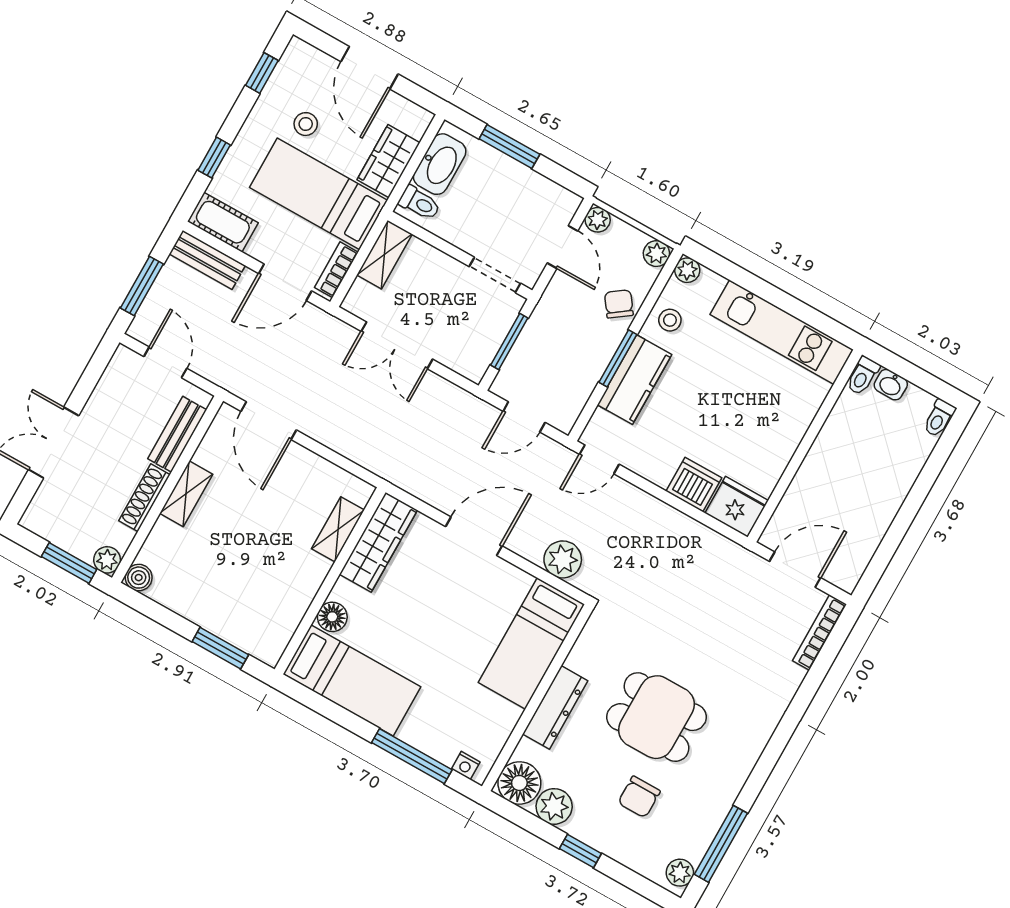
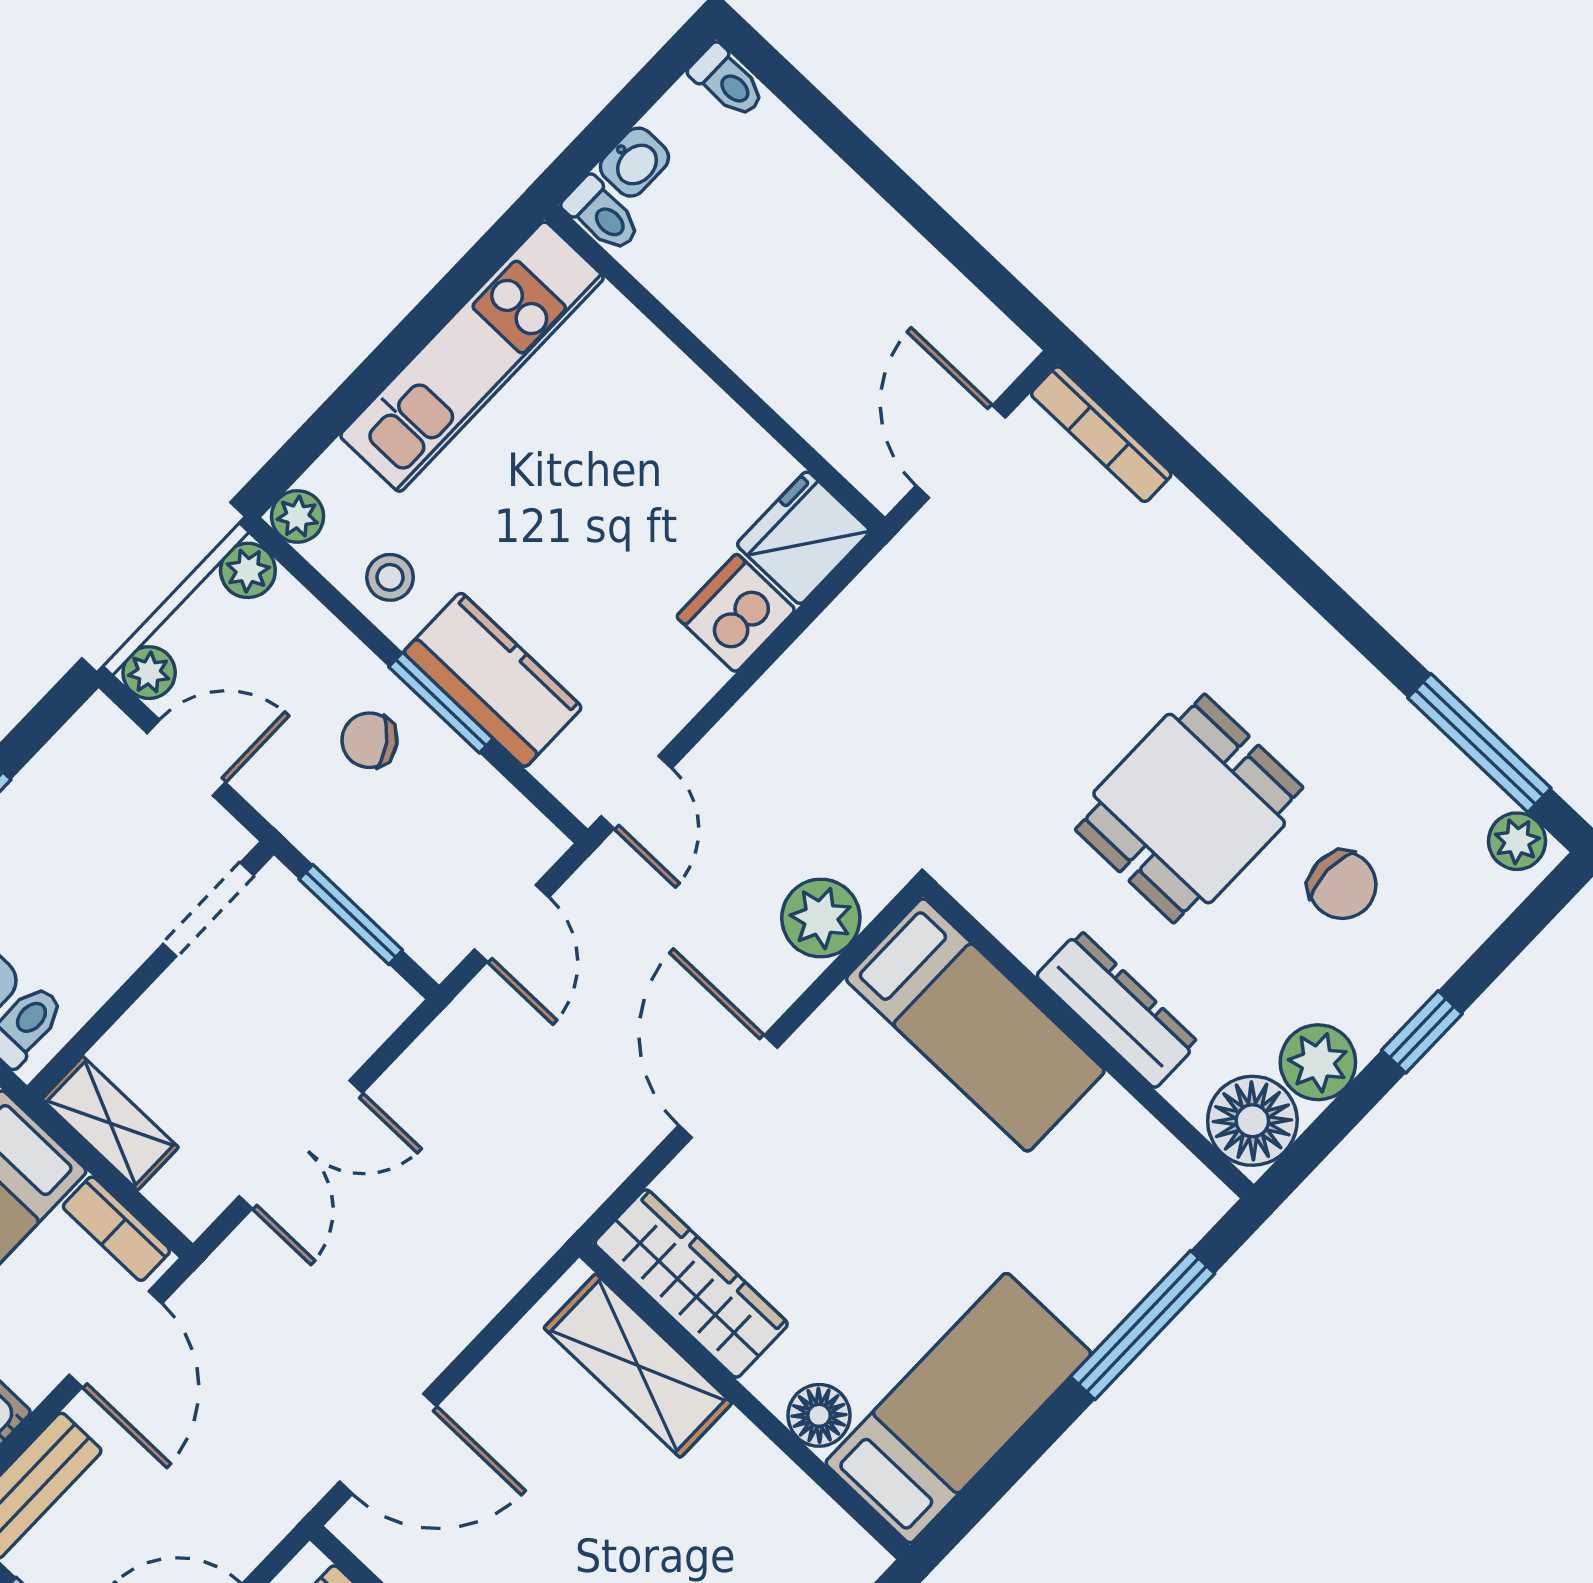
chair: (619, 304) -> (369, 740), moved
shelving: (338, 529) -> (638, 1366), width x1.50, depth x1.33
nightstand: (466, 765) -> (1189, 1221), removed

